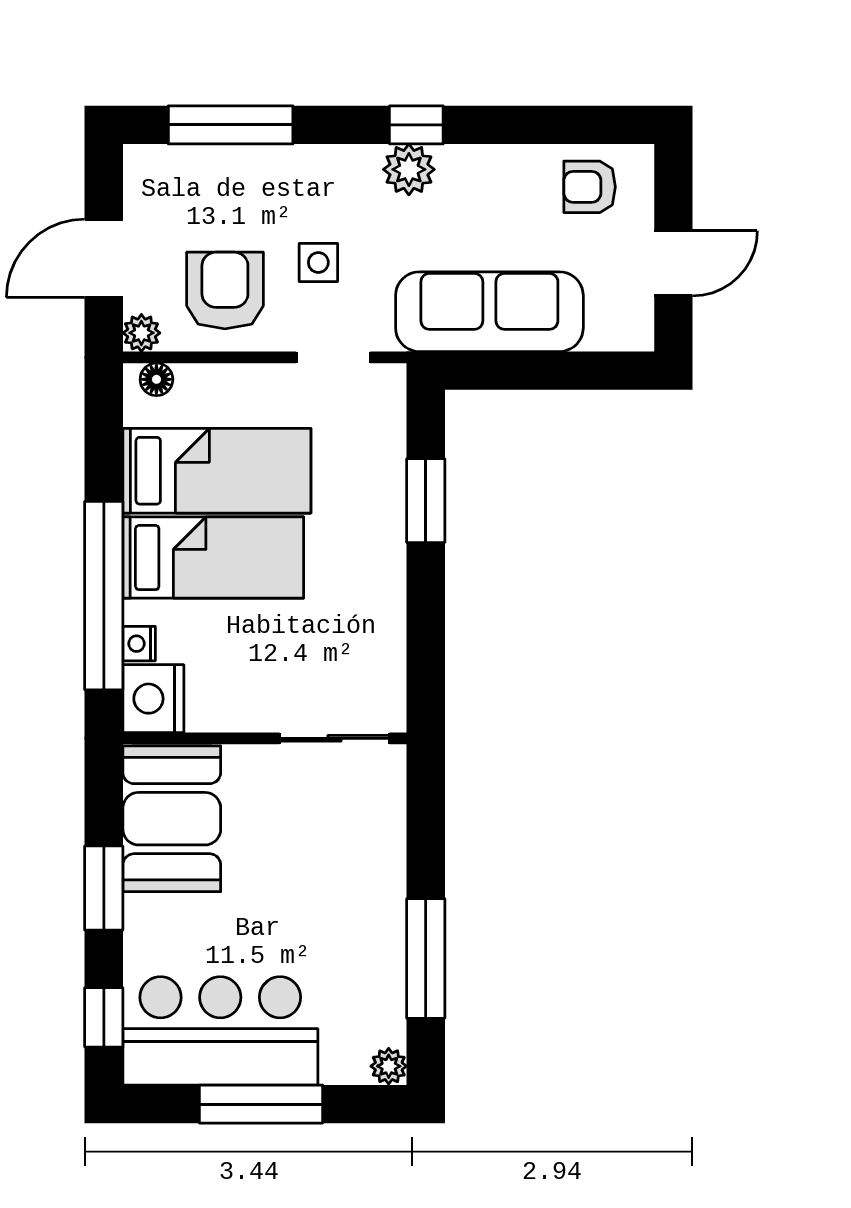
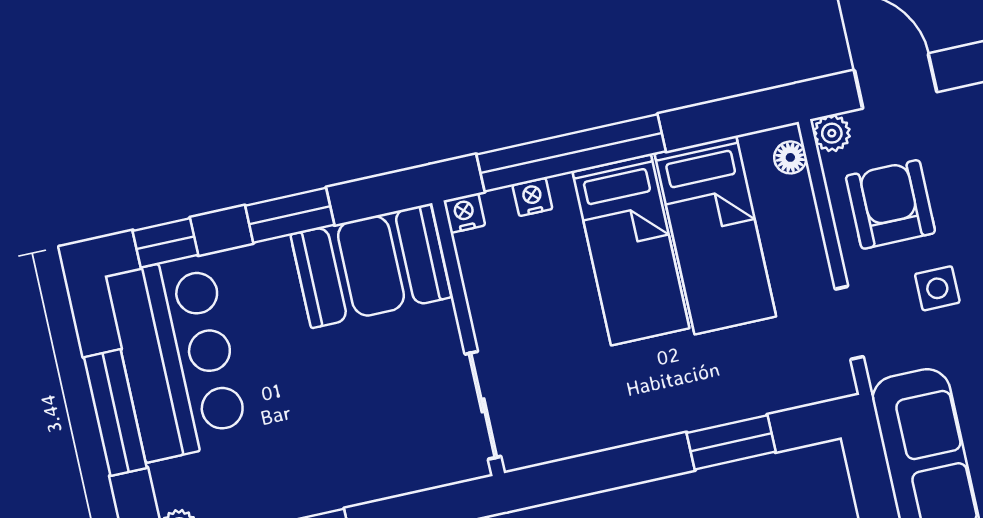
armchair: (225, 290) -> (890, 204), turned -90
nightstand: (153, 699) -> (464, 213), width x0.53, depth x0.56

